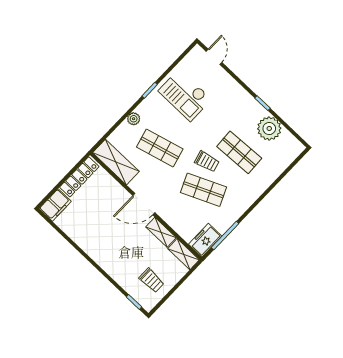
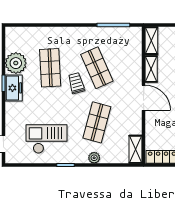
checkout: (185, 95) -> (47, 139), turned -90
shop shelf: (160, 148) -> (97, 122), turned 30
shelving: (116, 162) -> (136, 149), width x0.67, depth x0.75
freezer: (205, 240) -> (14, 88), moved, turned -90

